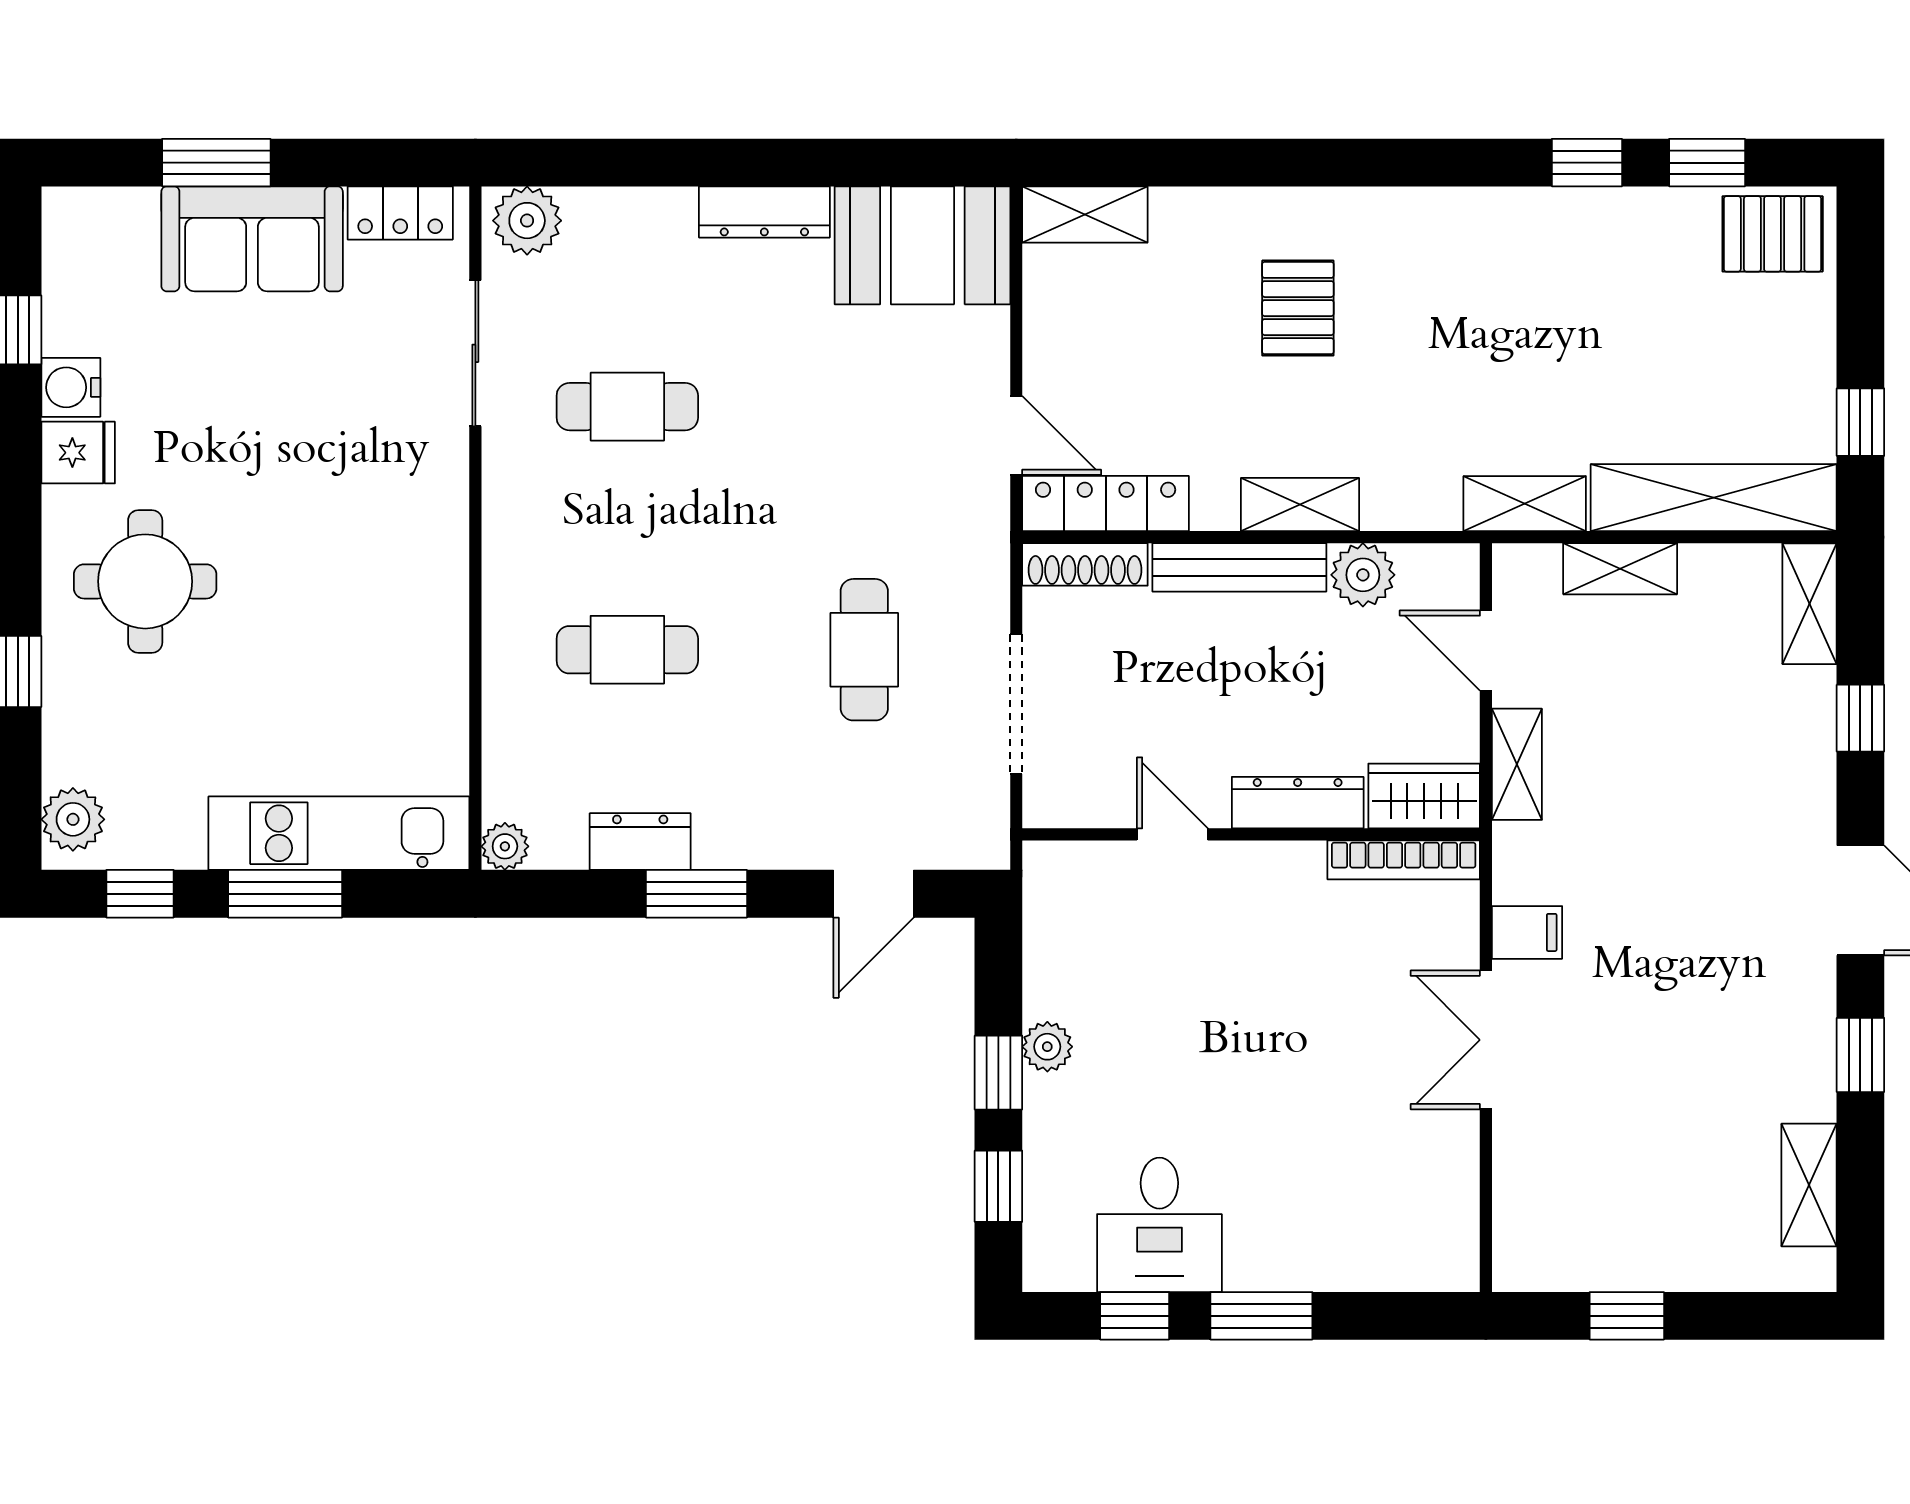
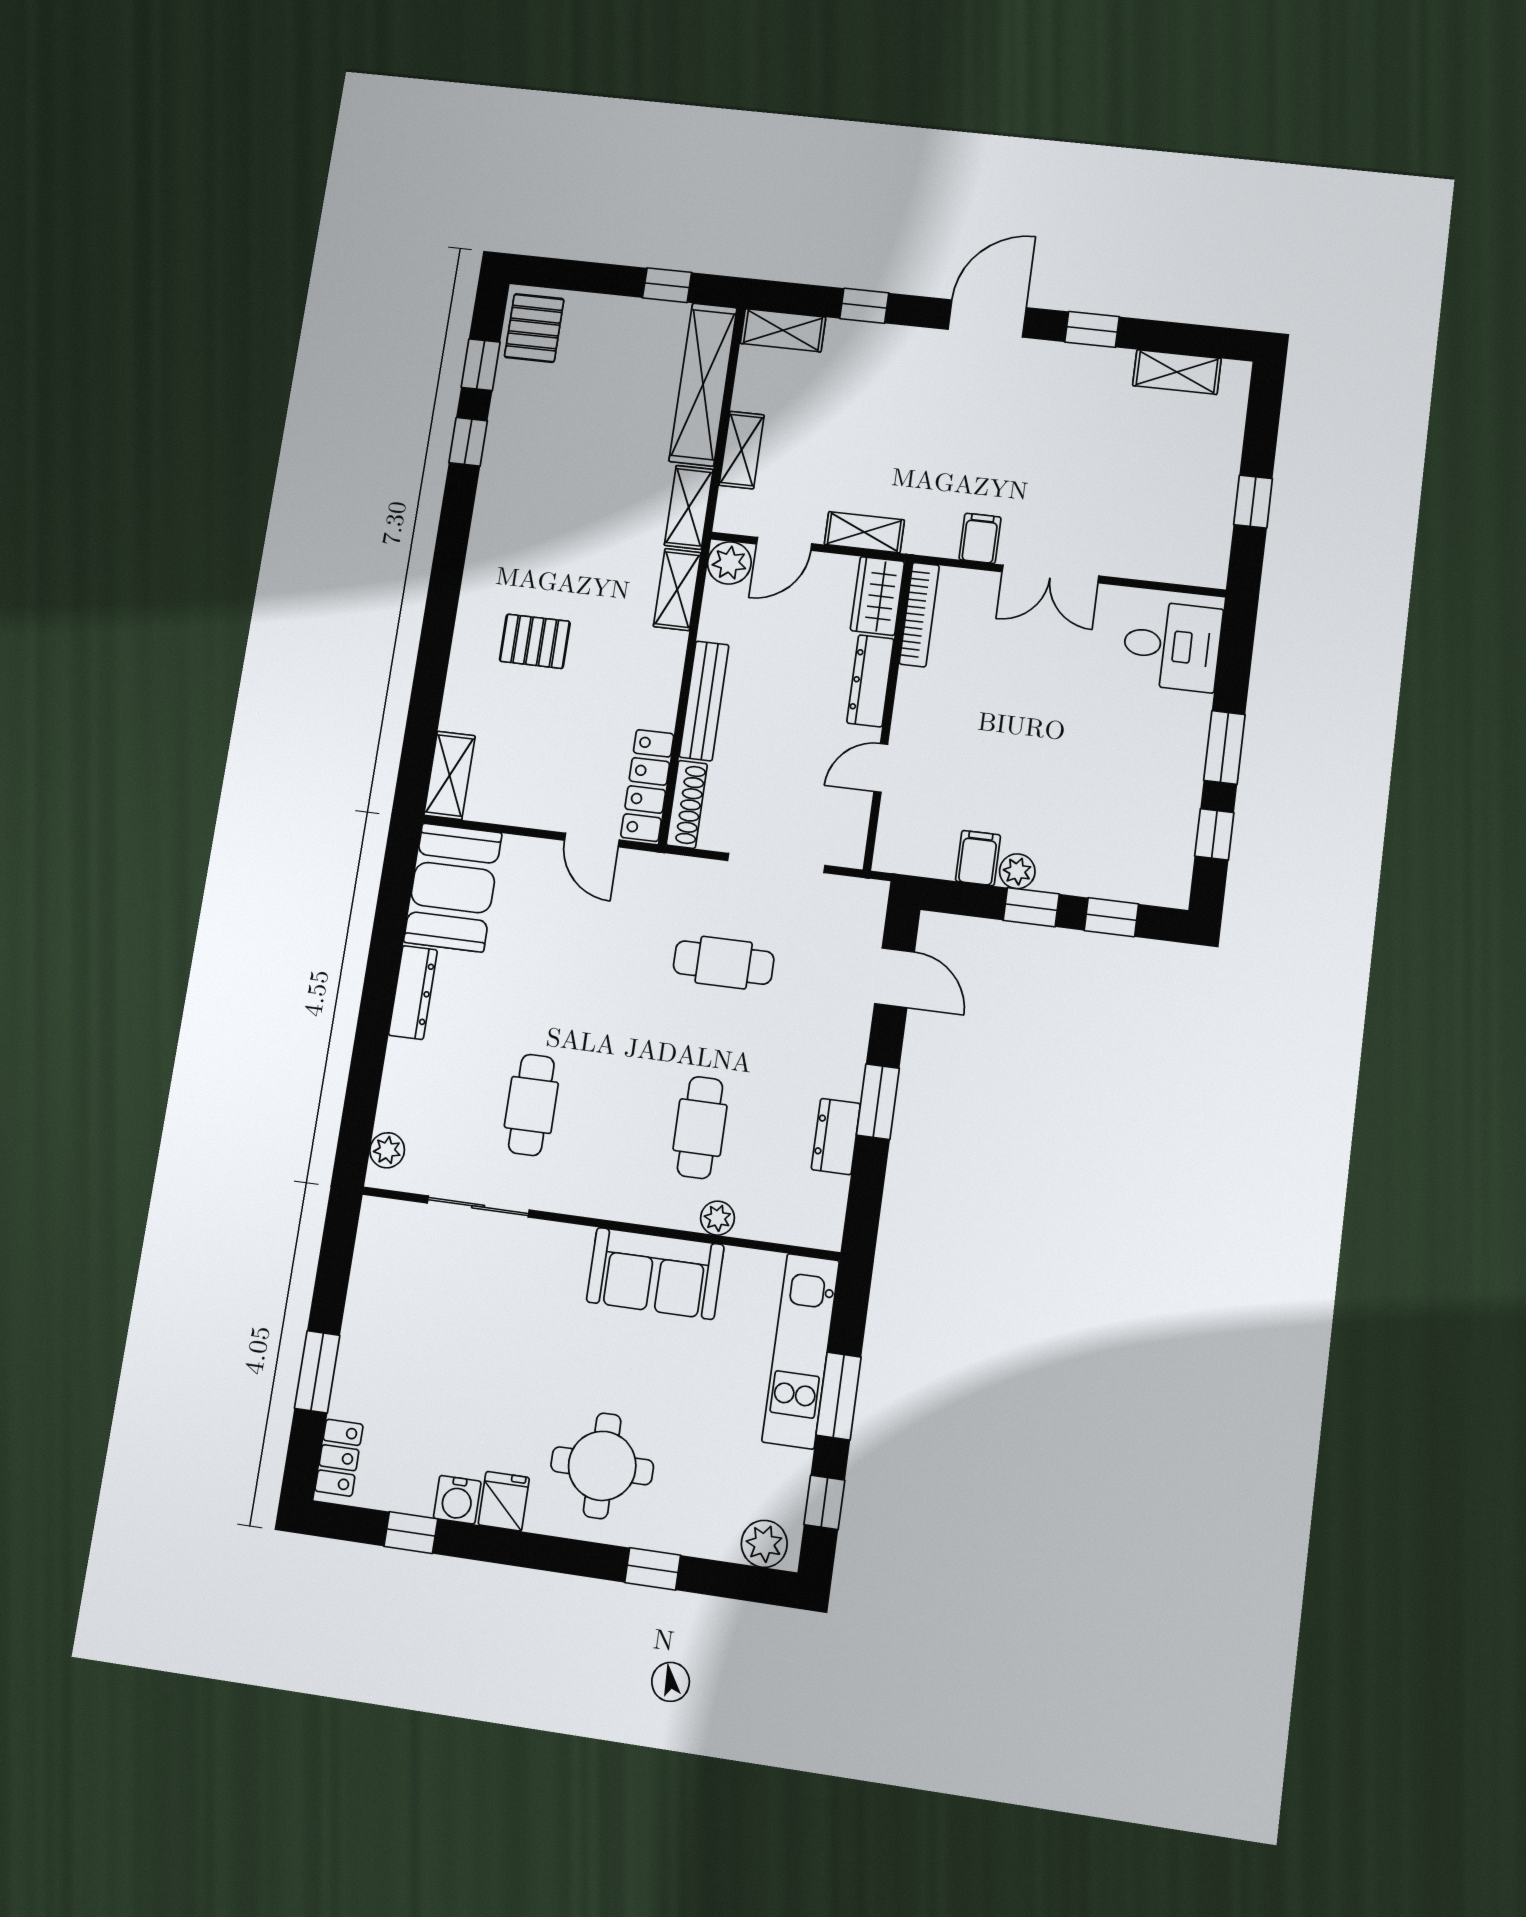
locker: (400, 213) -> (339, 1458), moved
plant: (527, 221) -> (387, 1150), width x0.73, depth x0.73
sofa: (252, 239) -> (655, 1273), moved, turned 90
door: (1016, 435) -> (592, 840), swing flipped
shelving: (1300, 505) -> (677, 590), moved
plant: (1363, 575) -> (729, 563), moved
plant: (505, 846) -> (718, 1218), moved
filing cabinet: (1059, 989) -> (978, 858), added
desk: (1159, 1225) -> (1172, 646), moved

